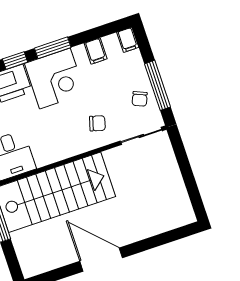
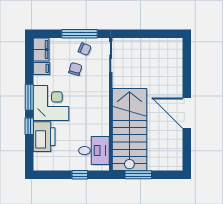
filing cabinet: (128, 40) -> (41, 49), width x2.00
chair: (97, 123) -> (75, 69), moved
door: (101, 260) -> (187, 113), hinge flipped

